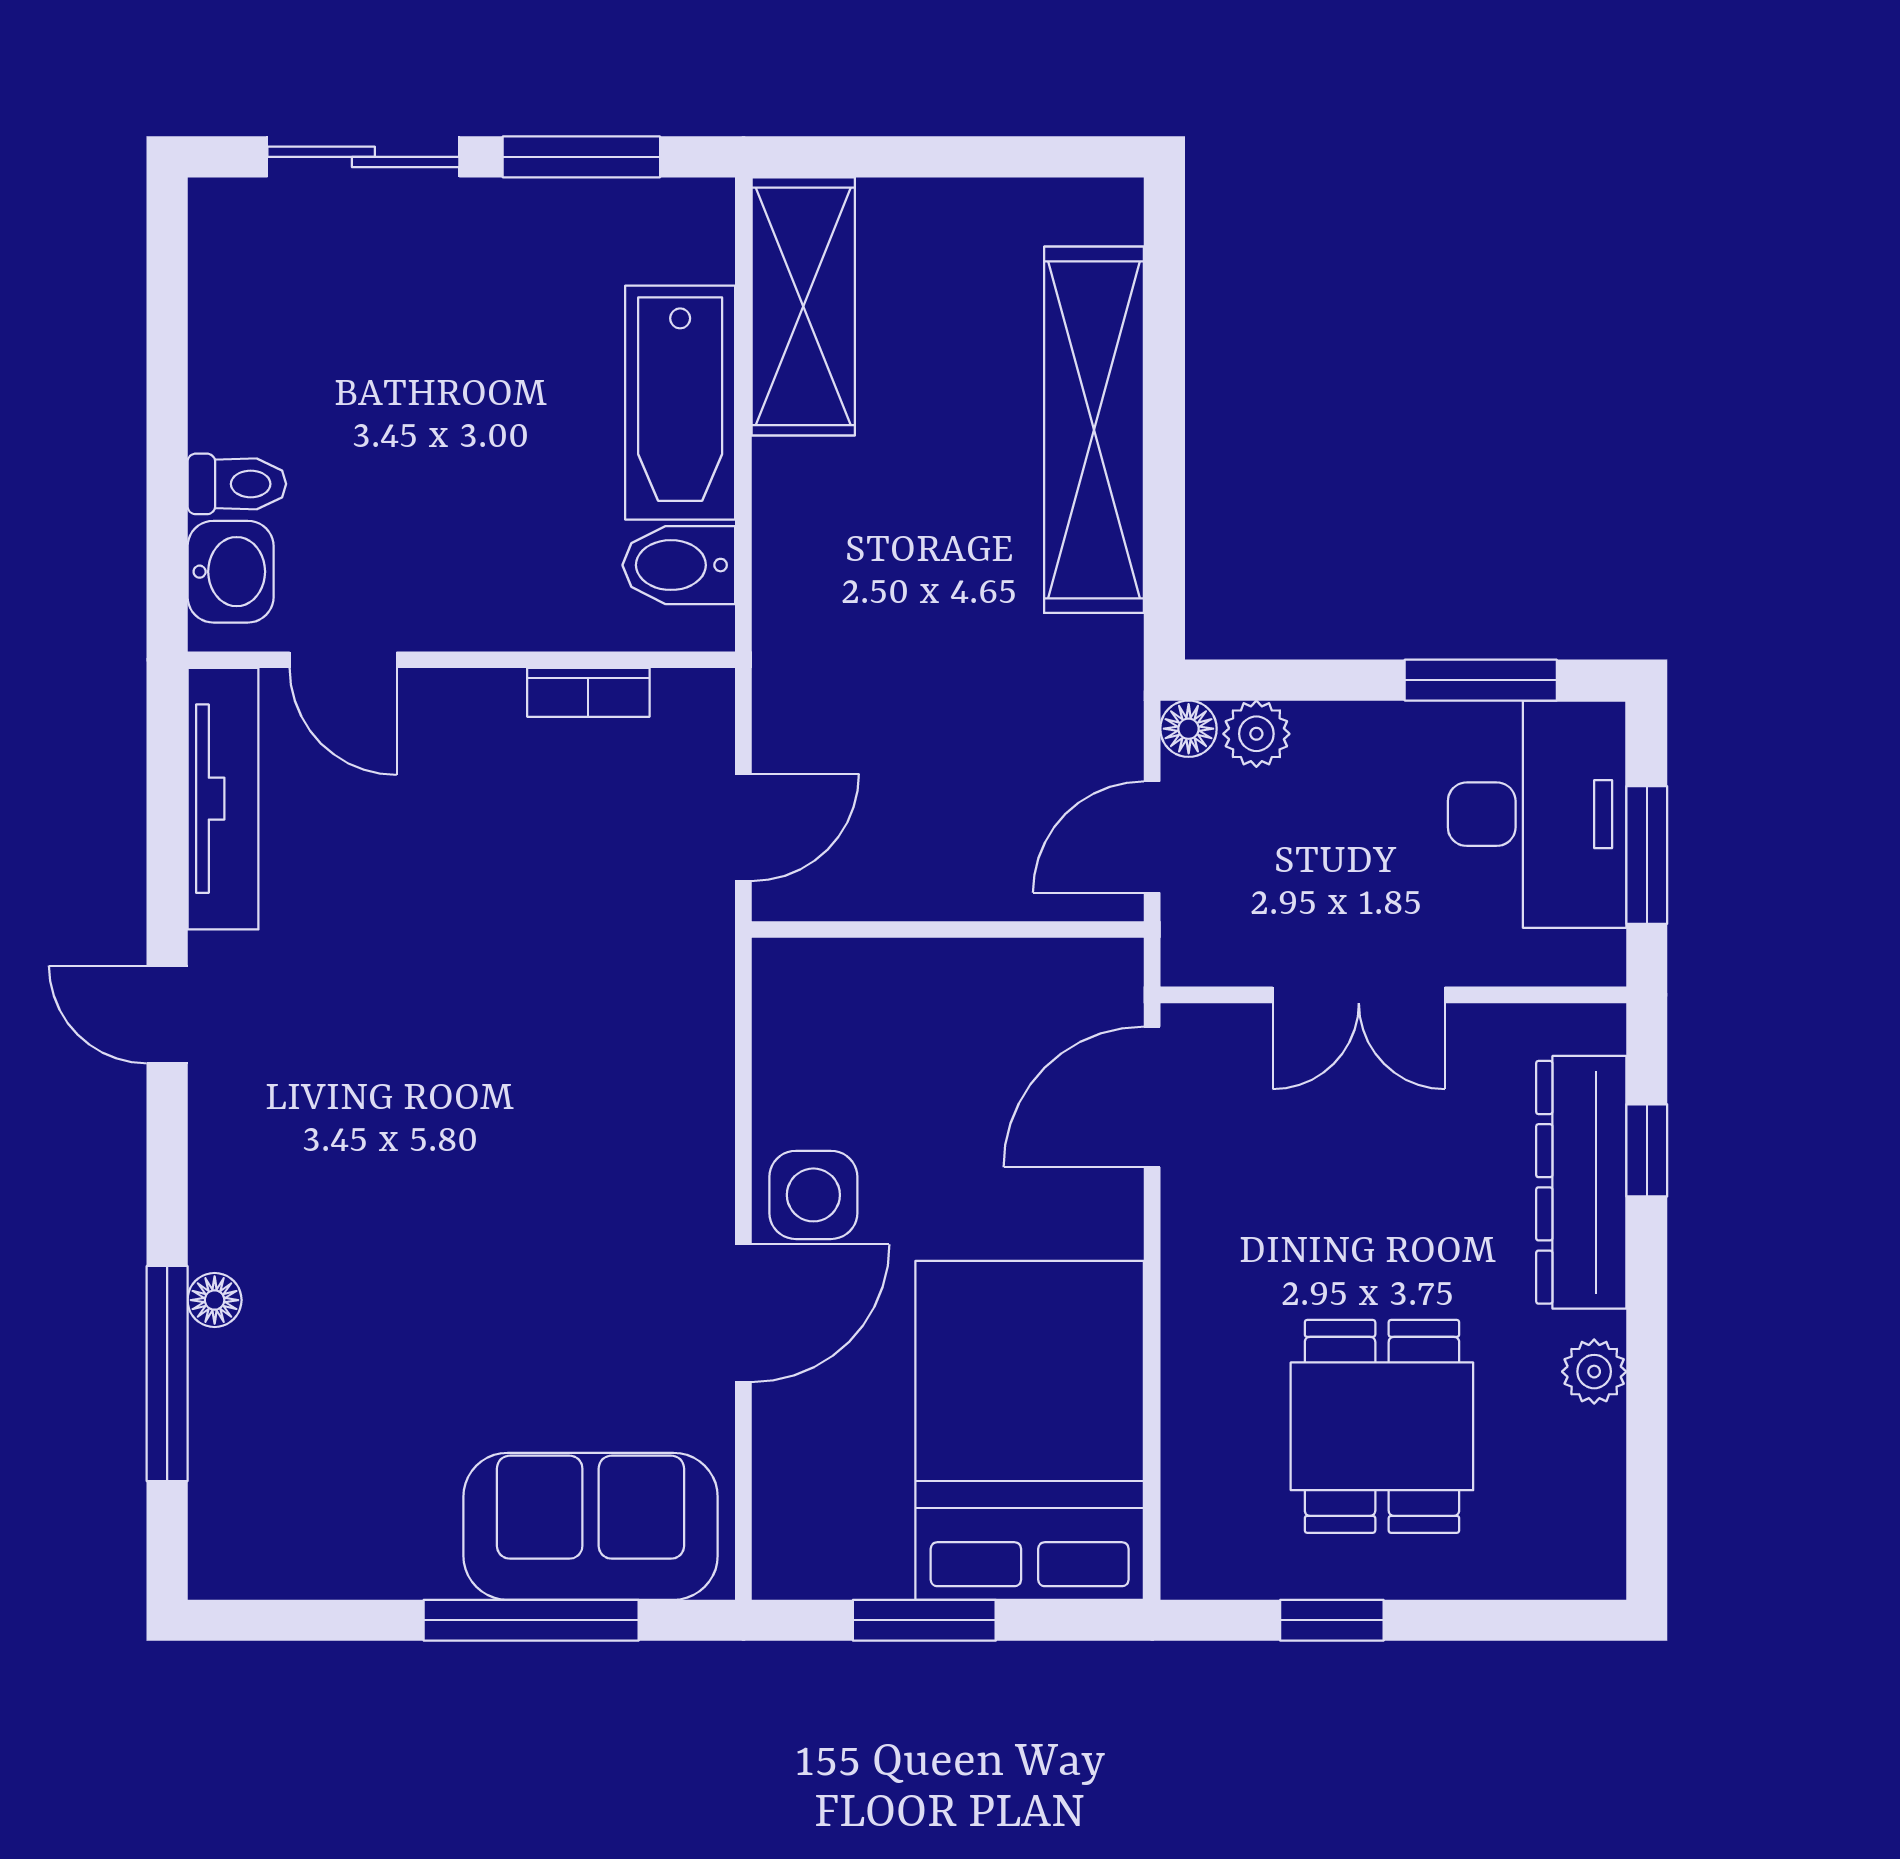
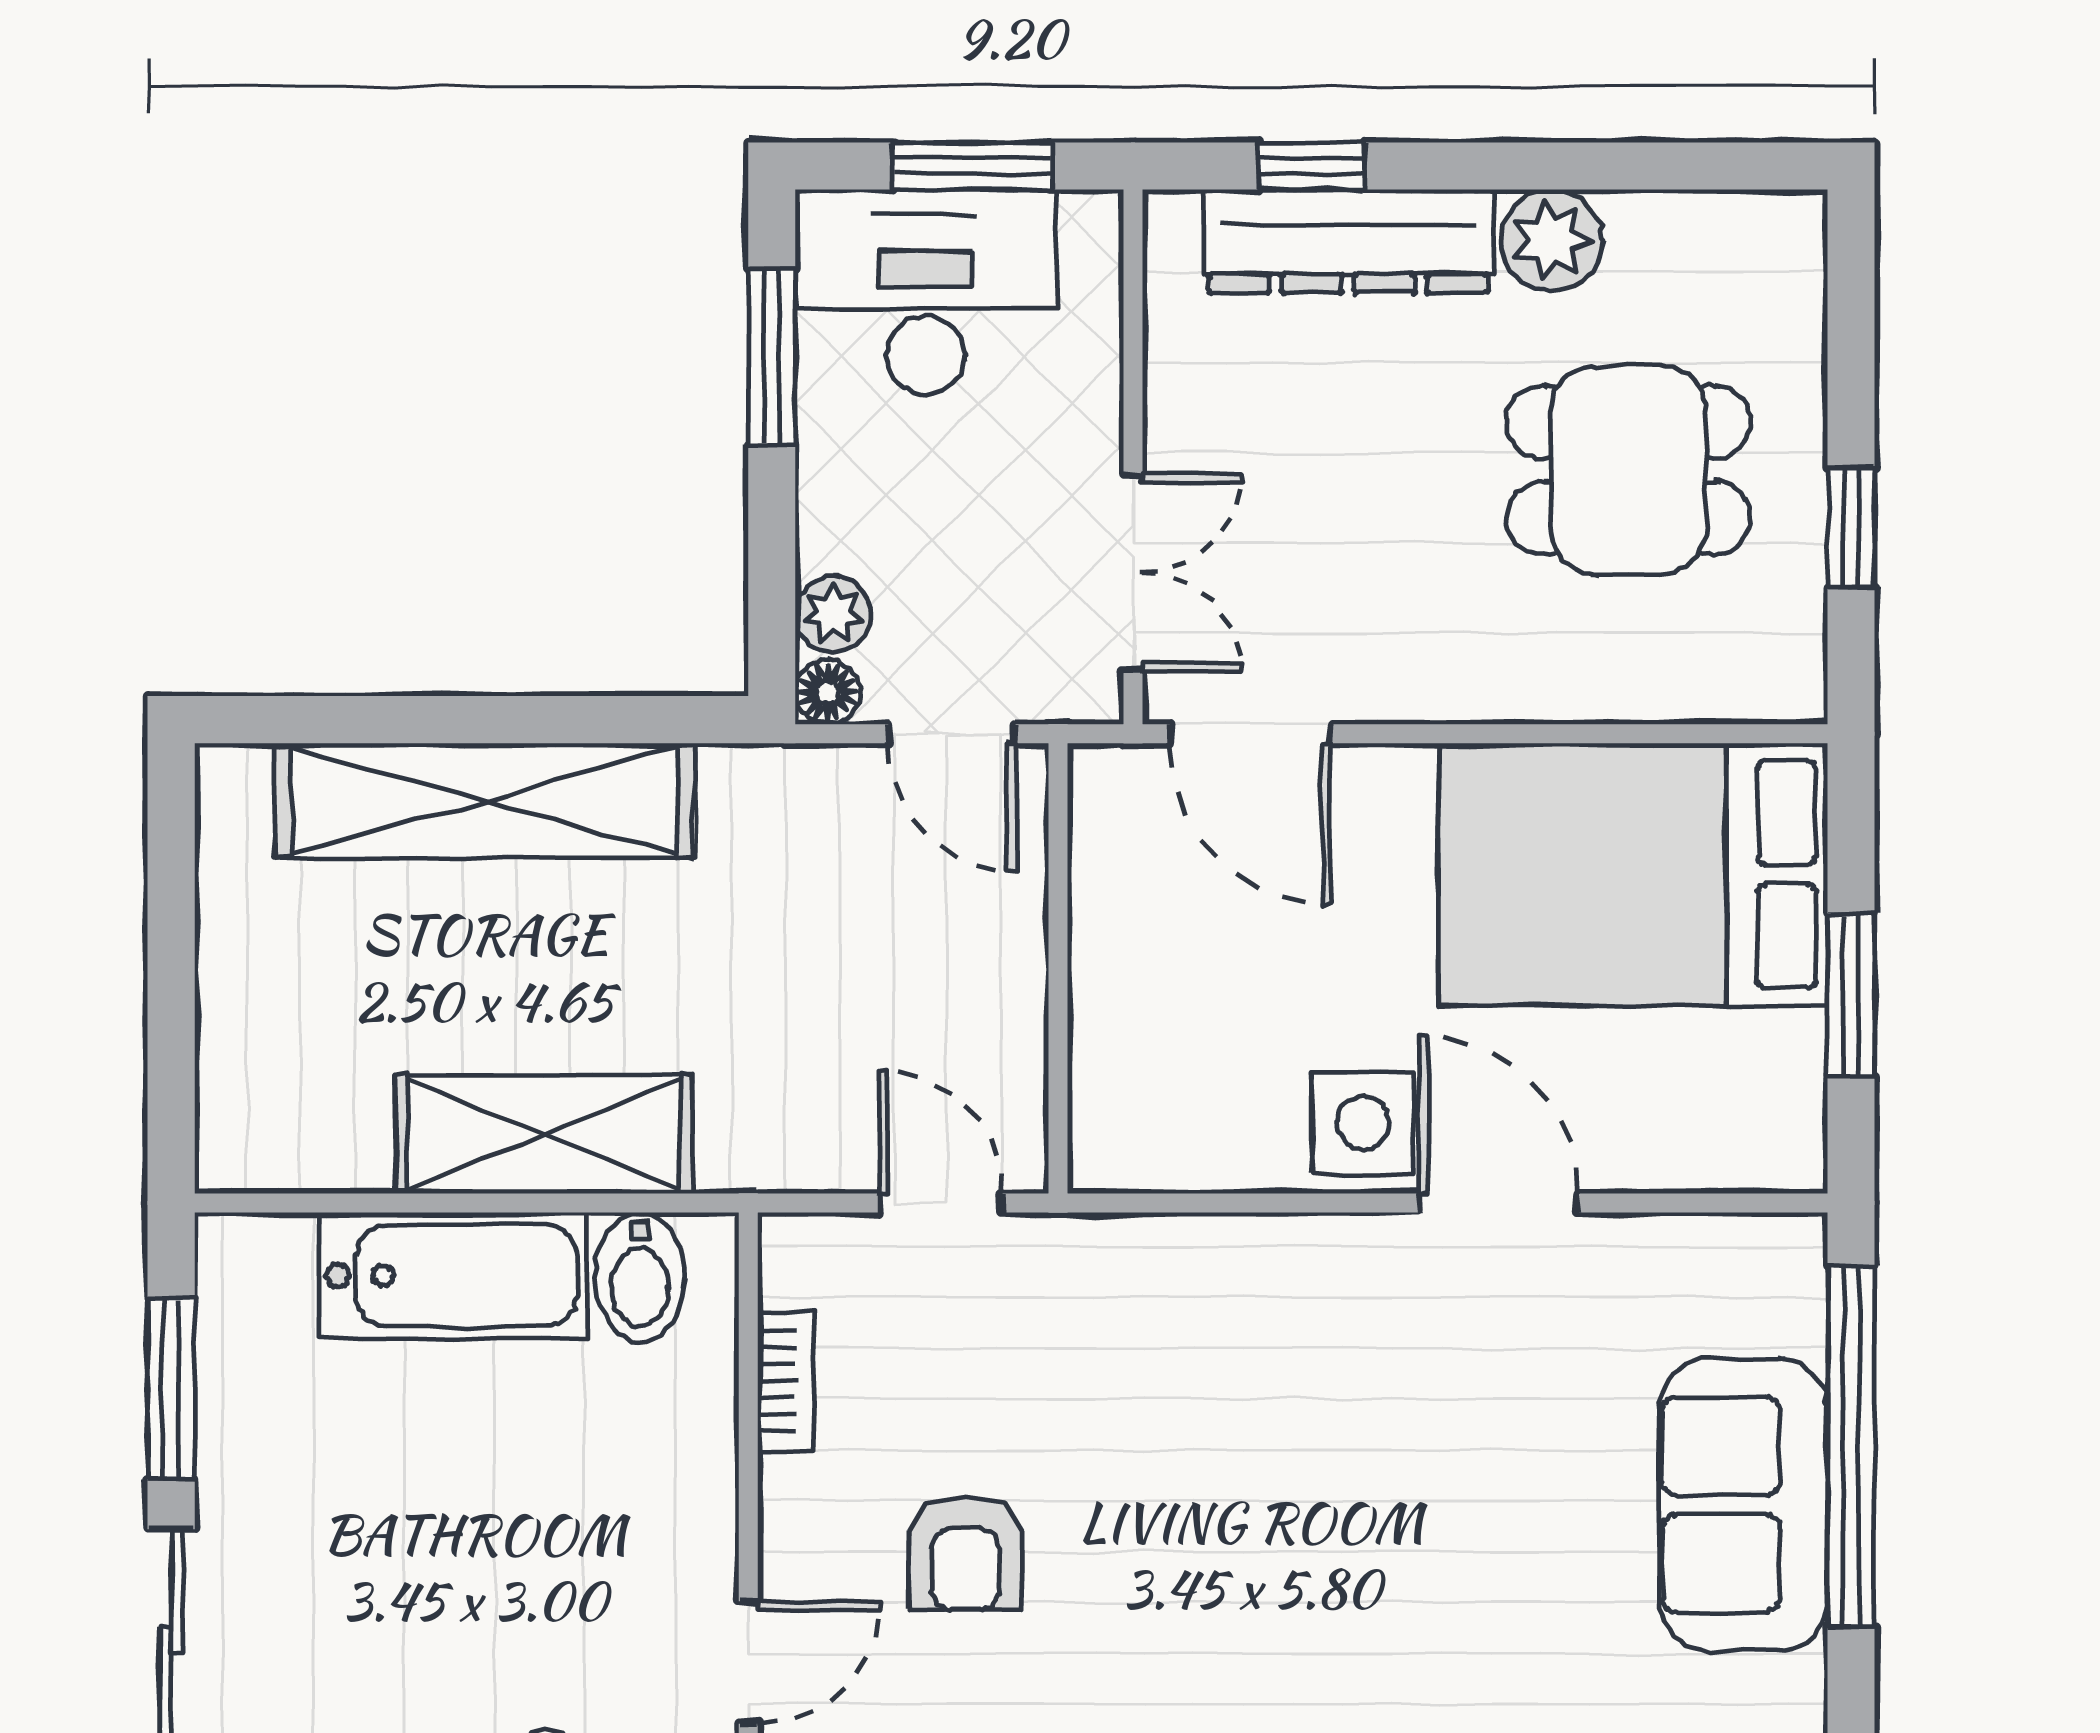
shelving: (803, 306) -> (544, 1134), moved
armchair: (438, 849) -> (965, 1553), added
double door: (1359, 995) -> (1133, 573), moved
plant: (1594, 1372) -> (1552, 240), width x1.38, depth x1.38
sofa: (591, 1526) -> (1743, 1505), moved
window: (531, 1620) -> (1851, 1447), width x1.46

